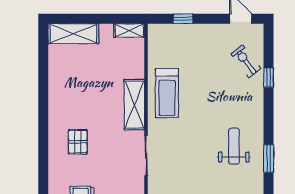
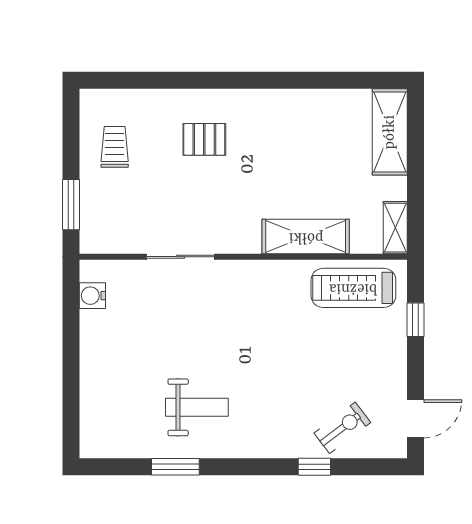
treadmill: (167, 93) -> (353, 288), moved
shelving: (134, 105) -> (306, 237), moved

